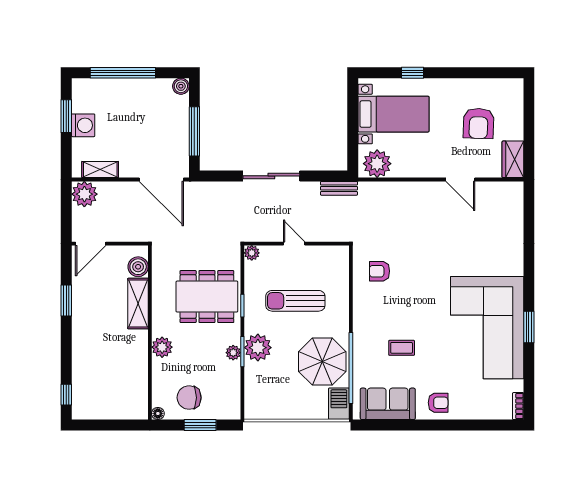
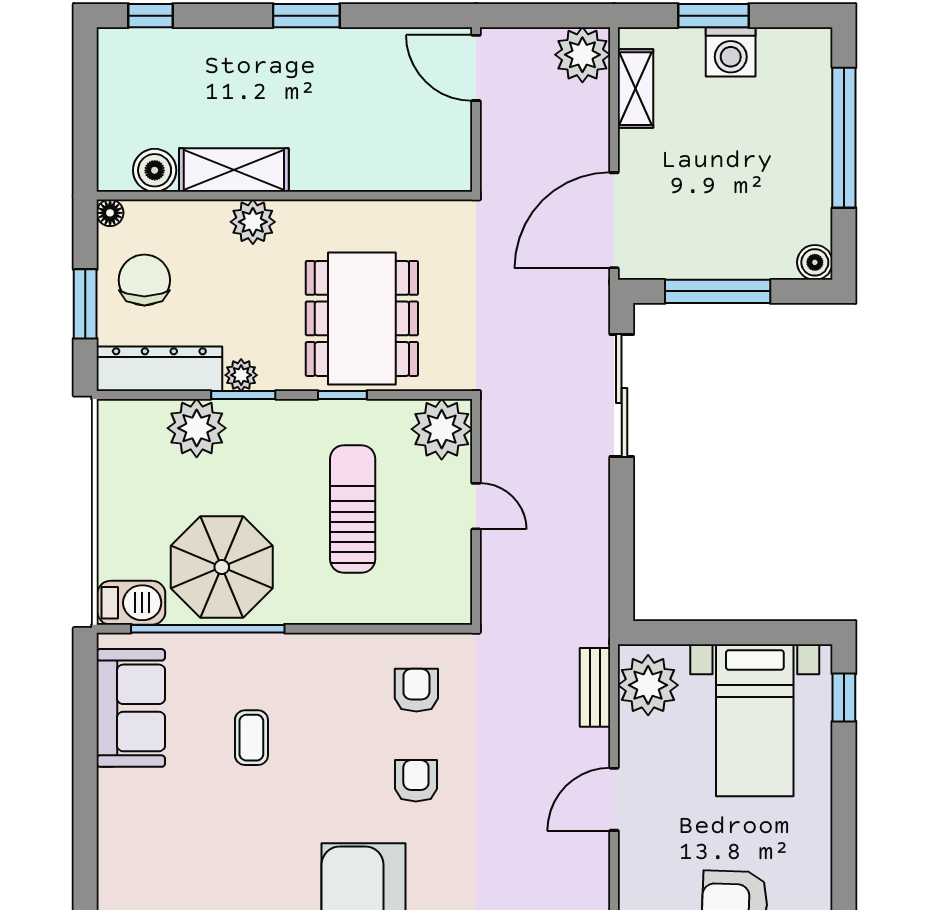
window: (413, 73) -> (844, 698), moved
window: (66, 116) -> (713, 16), moved
sliding door: (271, 176) -> (622, 396), moved
door: (460, 179) -> (614, 799), moved
bench: (339, 188) -> (595, 687), moved
door: (294, 244) -> (476, 506), hinge flipped
plant: (252, 253) -> (442, 429), width x1.87, depth x1.87
boiler: (138, 267) -> (155, 170), moved
window: (66, 300) -> (306, 16), moved
shelving: (138, 304) -> (234, 170), moved
plant: (258, 348) -> (197, 428), moved
dresser: (230, 391) -> (159, 369), added
armchair: (438, 403) -> (416, 781), moved, turned 180

